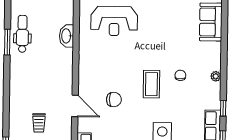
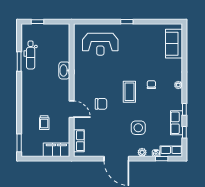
dental chair: (22, 34) -> (31, 55), turned 180
washbasin: (67, 36) -> (64, 70), moved

